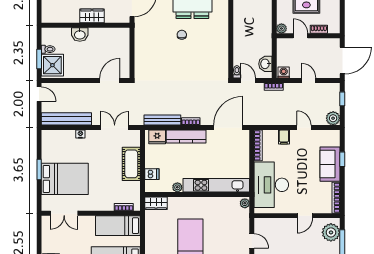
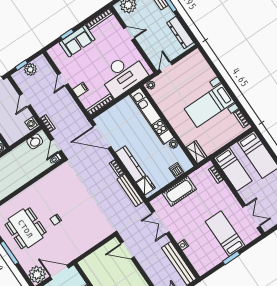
plant: (333, 118) -> (30, 69), moved
bed: (65, 179) -> (225, 234), width x0.67
door: (252, 241) -> (166, 67), moved

